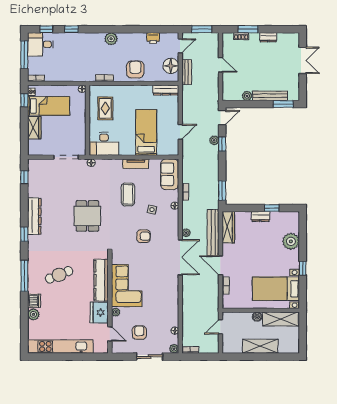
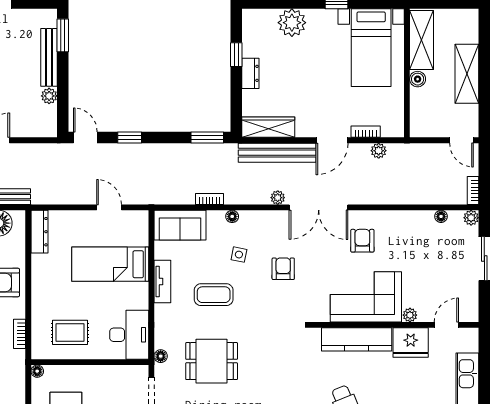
plant: (214, 140) -> (379, 151), moved
dining table: (87, 216) -> (212, 361), moved
double door: (180, 257) -> (319, 207), swing flipped
door: (220, 327) -> (461, 140), moved
armchair: (139, 333) -> (362, 241), moved, turned 90

